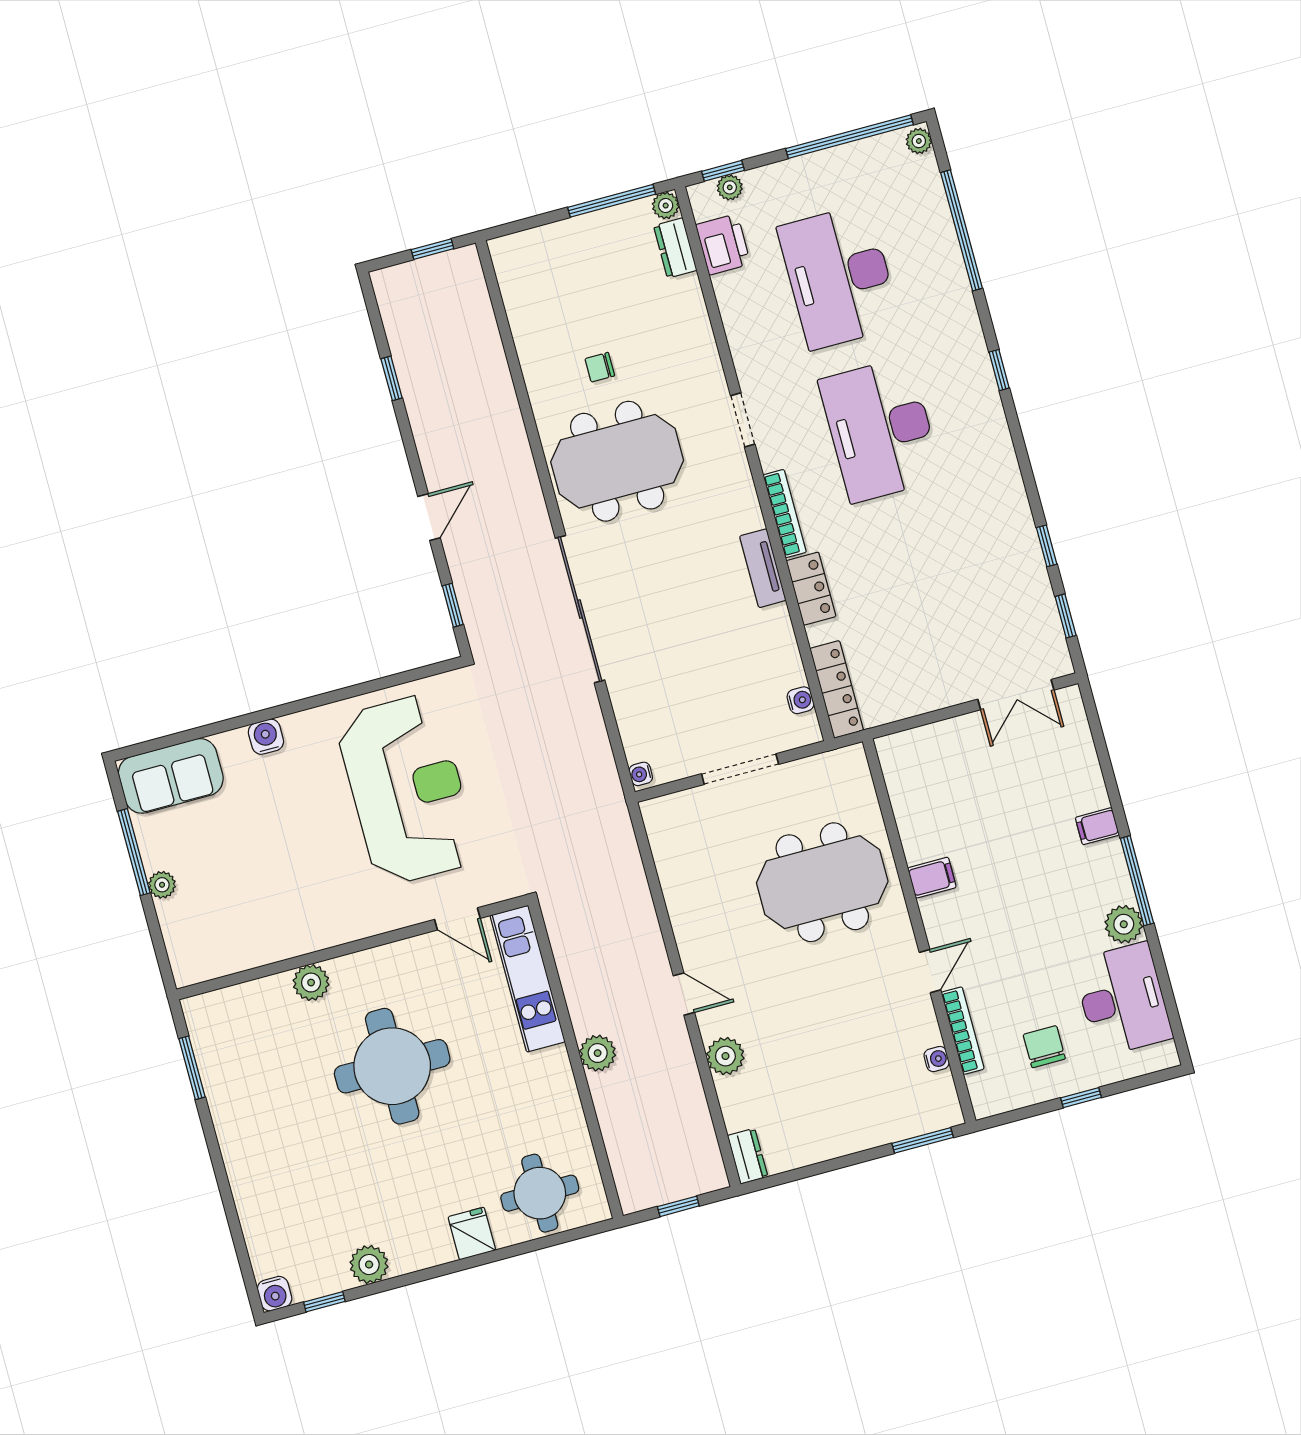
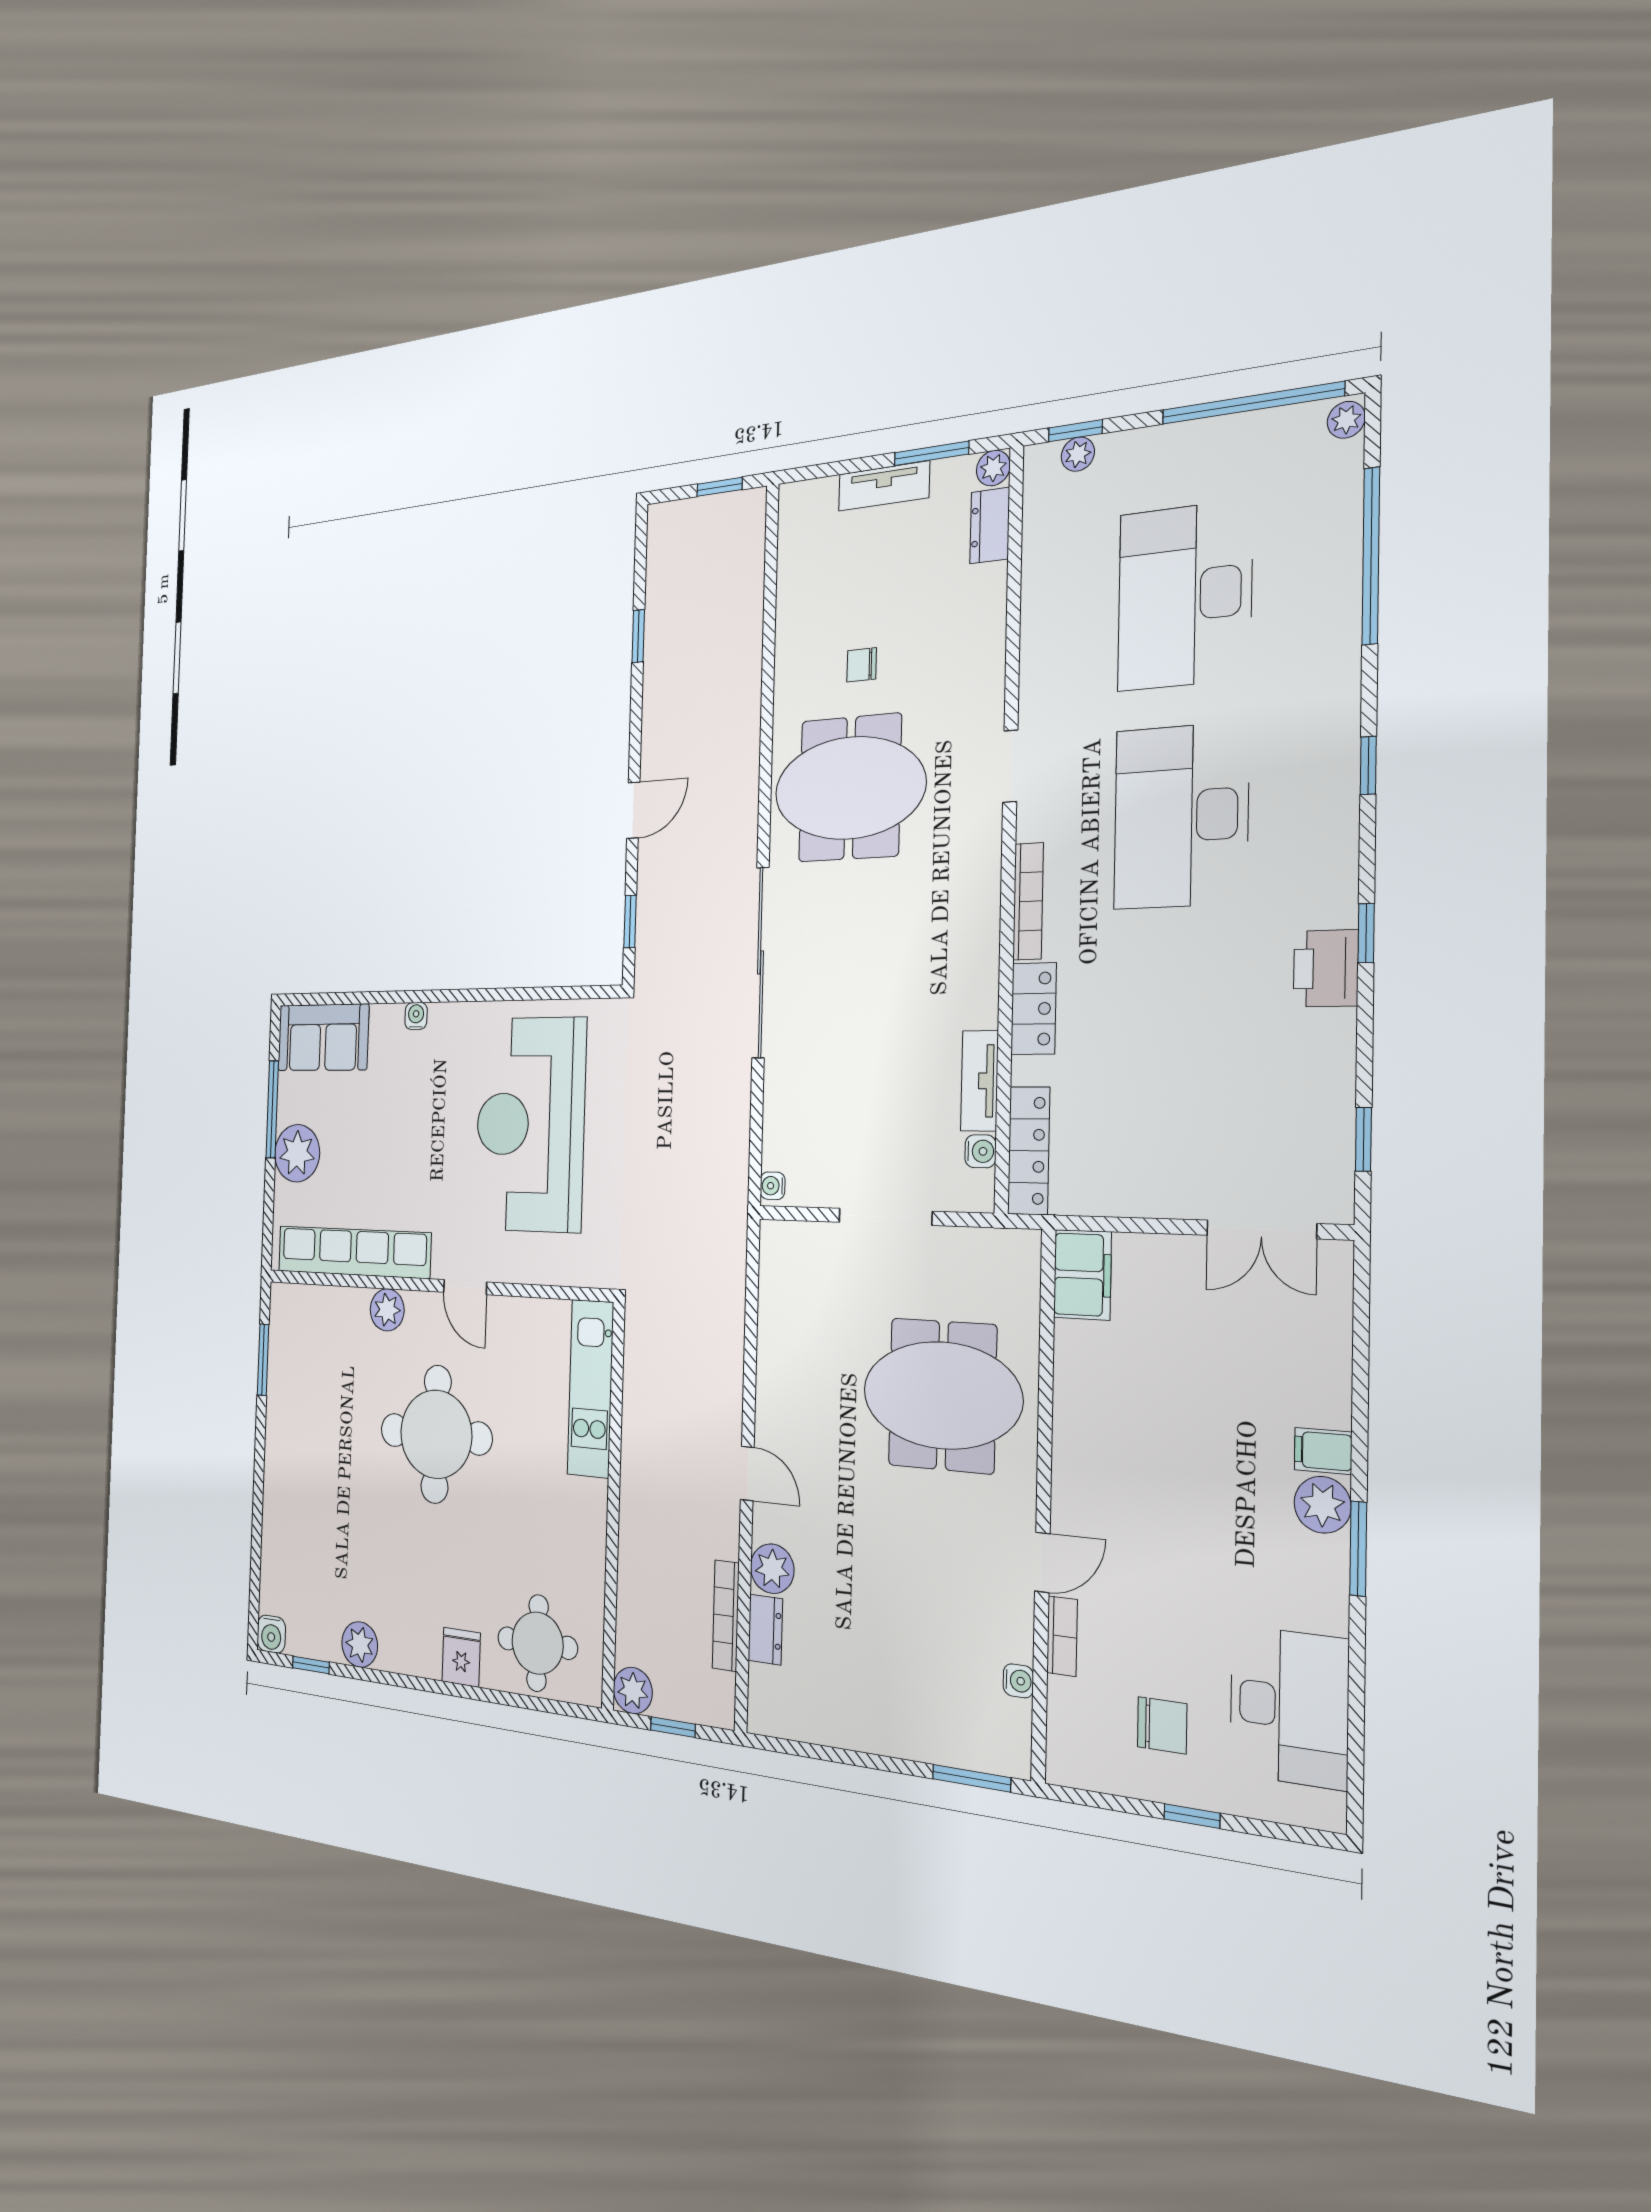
window: (612, 201) -> (932, 453), width x0.69
tv unit: (579, 230) -> (884, 486), added
printer: (723, 244) -> (1326, 968), moved, turned 180
window: (1047, 546) -> (1366, 933), moved
tv unit: (763, 568) -> (980, 1081), moved
water cooler: (266, 737) -> (416, 1016), width x0.72, depth x0.72
reception desk: (407, 790) -> (530, 1124), turned 180
filing cabinet: (932, 878) -> (1082, 1275), moved, width x2.00
window: (1137, 881) -> (1358, 1549), width x0.69
plant: (162, 885) -> (297, 1153), width x1.87, depth x1.87
door: (457, 919) -> (465, 1287), moved
plant: (1124, 924) -> (1323, 1505), moved
row of seats: (261, 946) -> (354, 1252), added
bookcase: (963, 1031) -> (1062, 1636), width x0.64
chair: (1044, 1047) -> (1162, 1725), turned 90
plant: (598, 1053) -> (633, 1690), moved
bookcase: (698, 1106) -> (726, 1616), added
dresser: (748, 1156) -> (765, 1630), moved

